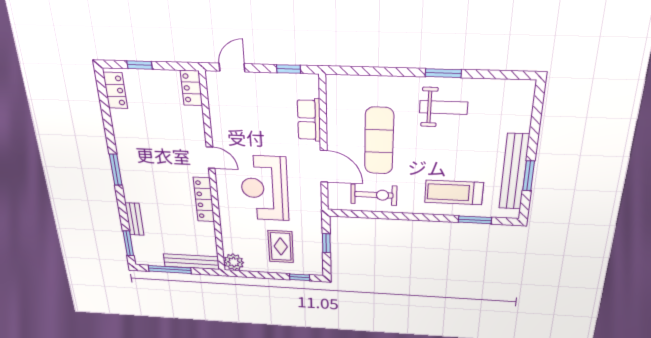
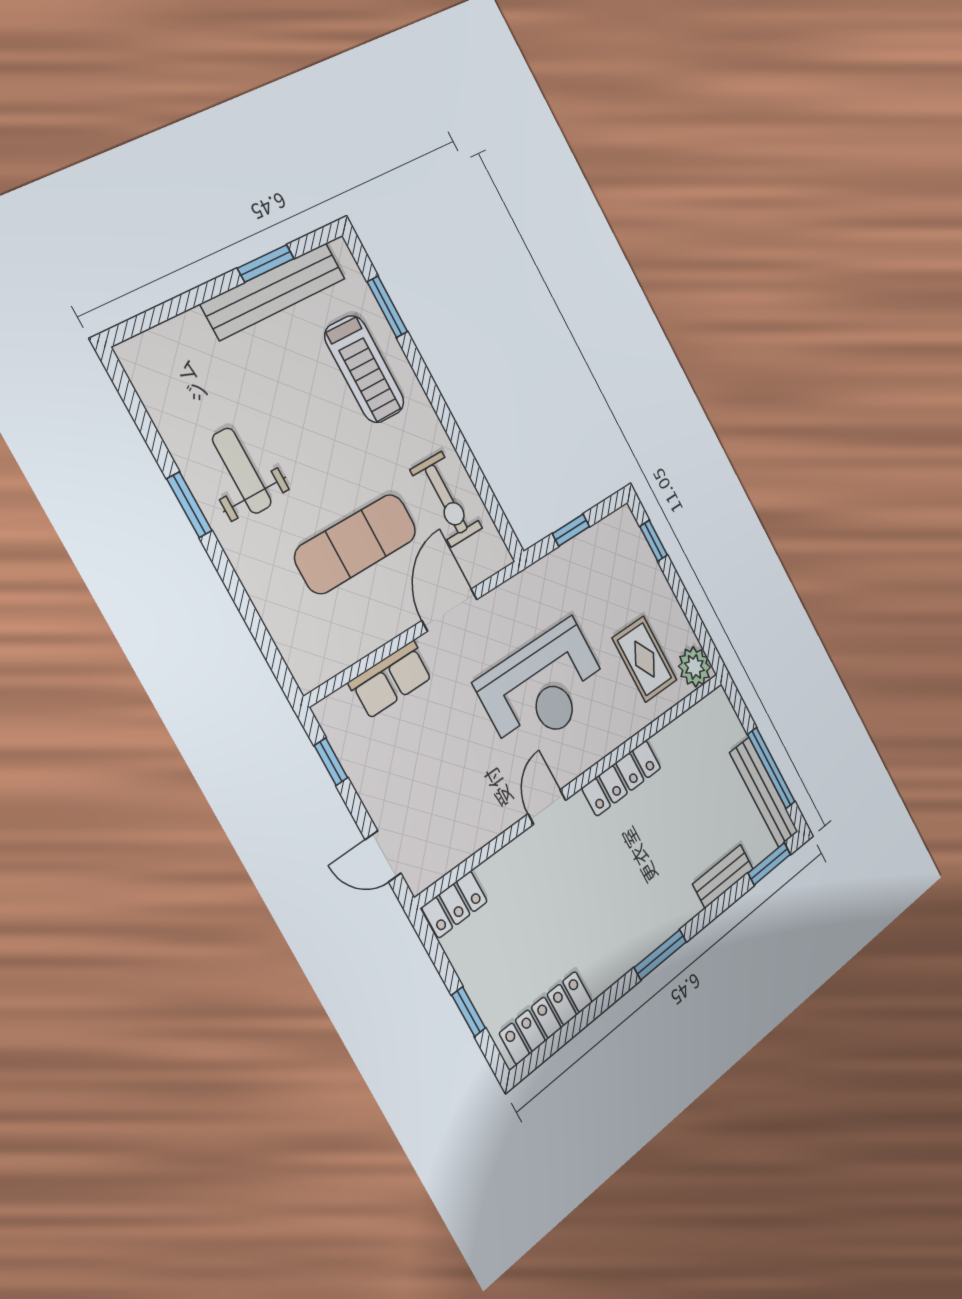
locker: (115, 90) -> (546, 1018), width x1.53
exercise bike: (374, 195) -> (446, 499), turned 180
rug: (281, 247) -> (645, 659), moved, turned 90
bench: (191, 262) -> (764, 792), moved

